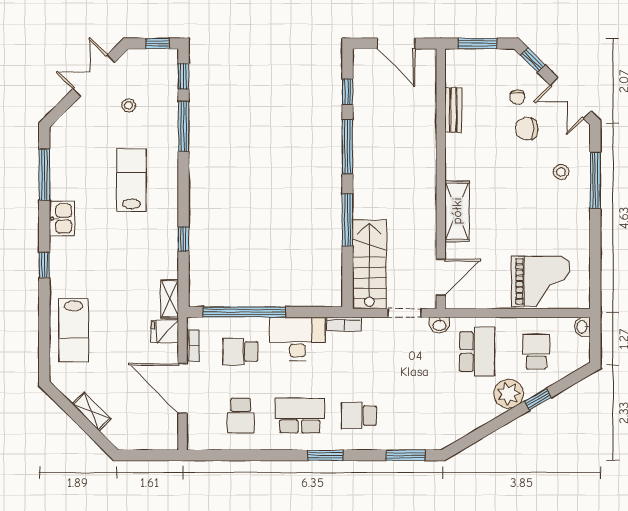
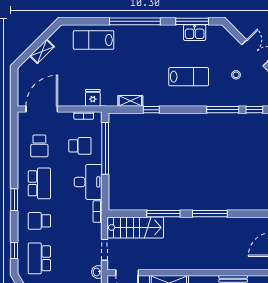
window: (347, 92) -> (245, 214), removed
kitchen sink: (62, 219) -> (195, 33), moved
window: (44, 265) -> (135, 21), width x3.17
shelving: (170, 299) -> (130, 101), moved
school desk: (241, 352) -> (80, 146), turned 90
door: (183, 388) -> (42, 109), moved
school desk: (241, 416) -> (39, 146), turned -90
school desk: (359, 416) -> (39, 221), turned -90
school desk: (418, 416) -> (39, 258), added
window: (406, 455) -> (14, 251), width x0.67

